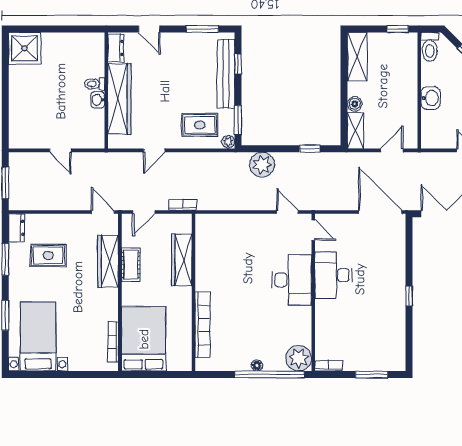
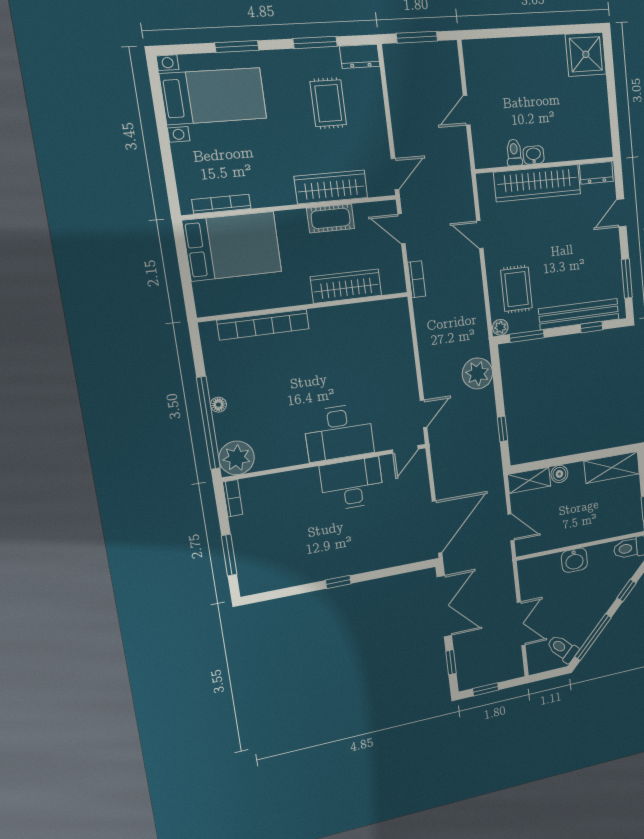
toilet: (95, 84) -> (514, 152), moved

